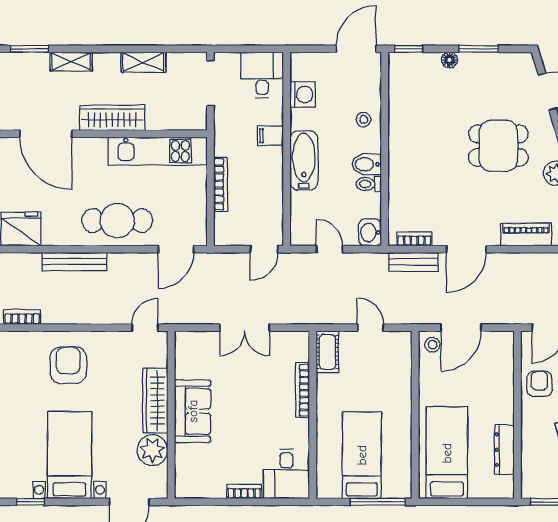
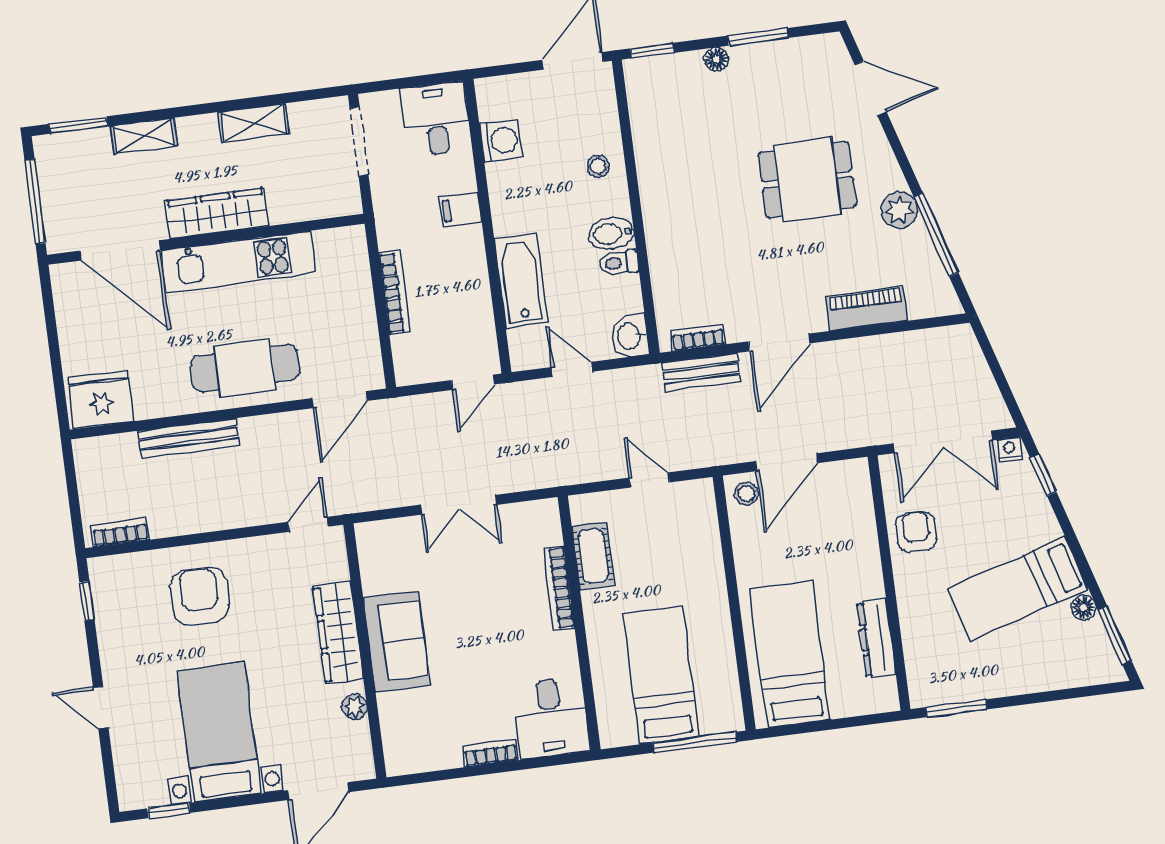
kitchen unit: (158, 151) -> (238, 262), moved
bathtub: (304, 160) -> (521, 281), moved
cot: (327, 352) -> (593, 556), moved
plant: (153, 450) -> (355, 707), width x0.53, depth x0.53

